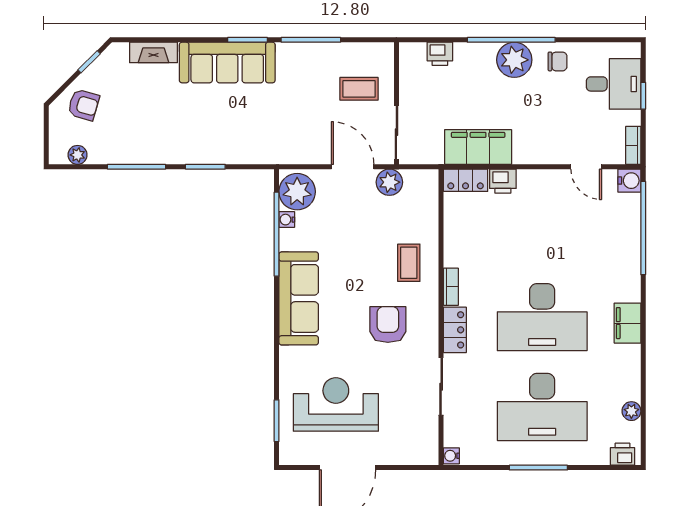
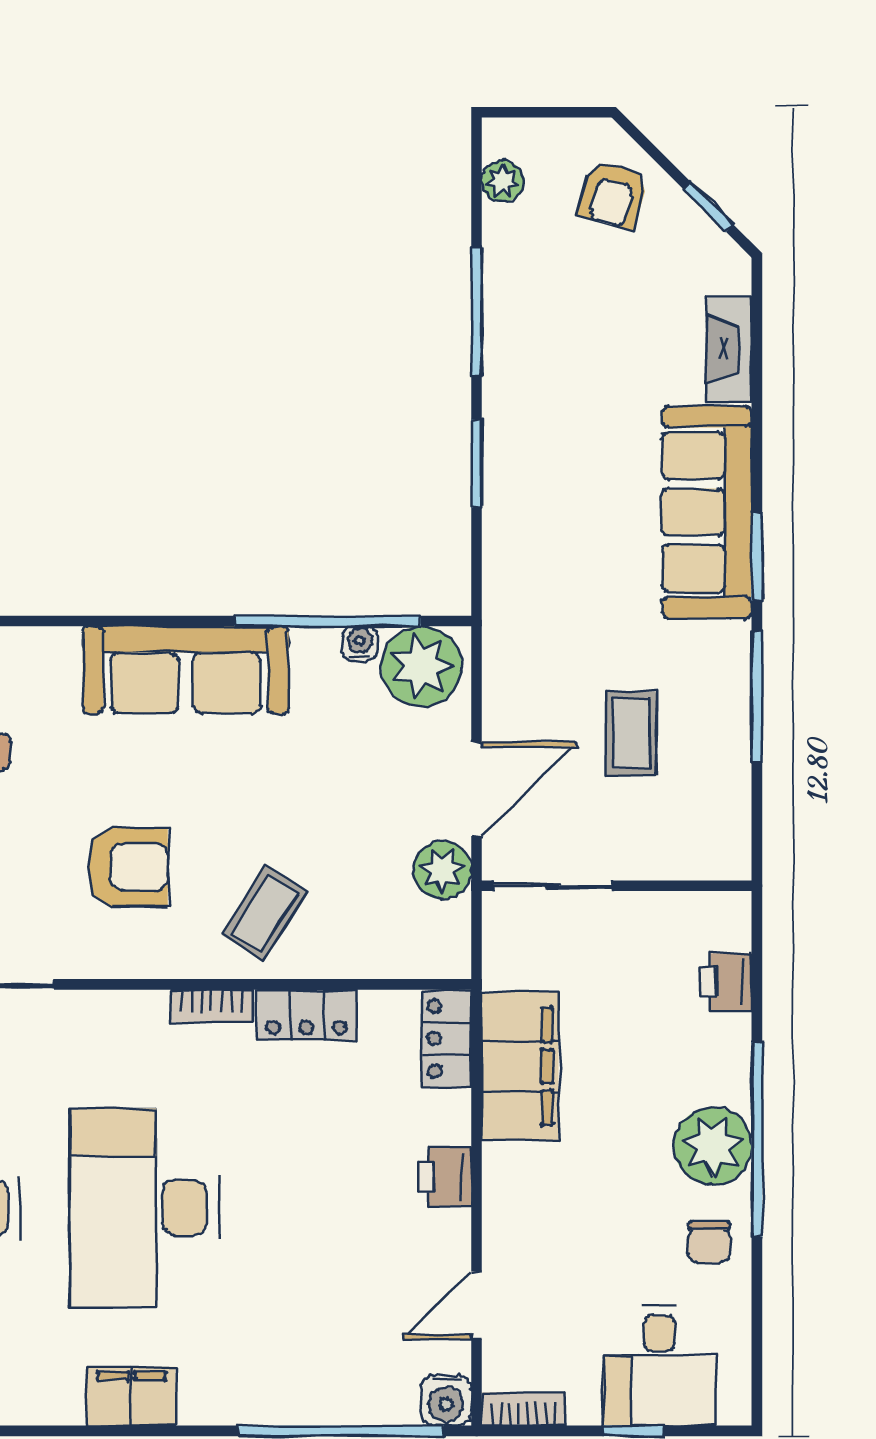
coffee table: (359, 89) -> (631, 733), moved
printer: (503, 181) -> (445, 1177), moved
coffee table: (409, 263) -> (264, 913), turned -58
locker: (455, 330) -> (307, 1015), moved

